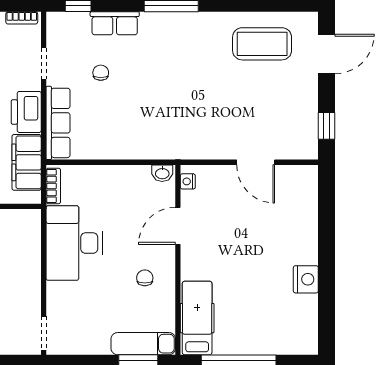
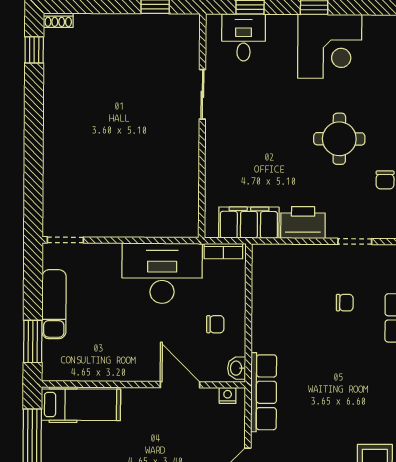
row of seats: (58, 123) -> (264, 392), moved, turned -90
chair: (145, 278) -> (215, 324), moved
exam couch: (143, 344) -> (54, 304), moved

